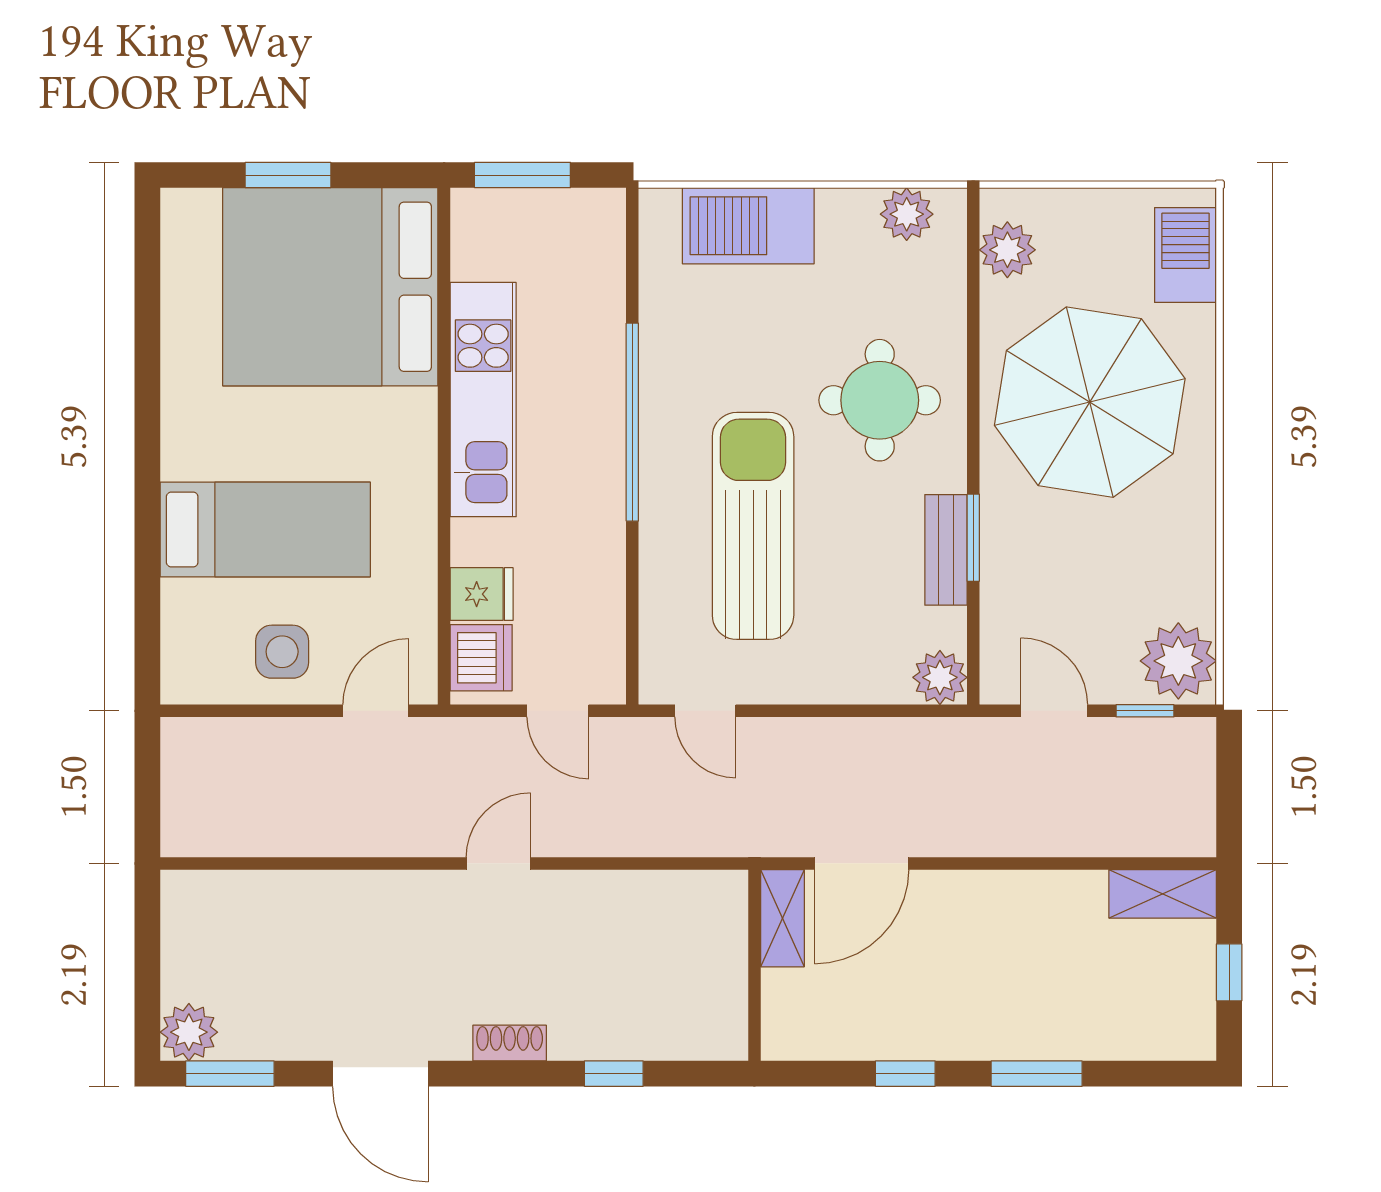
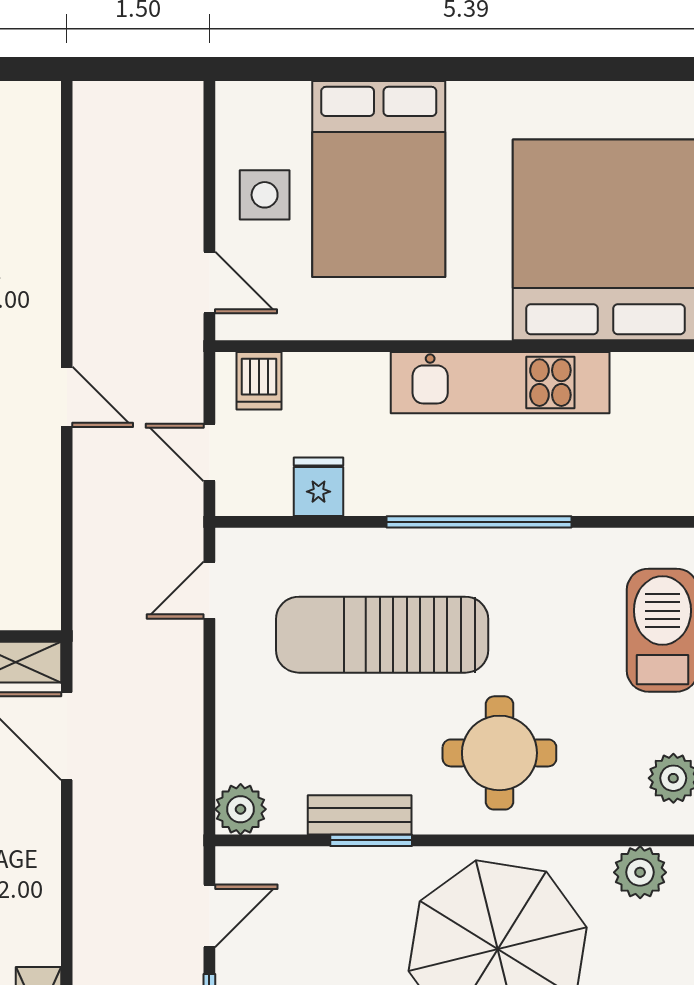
sun lounger: (753, 526) -> (382, 635), turned 180
bed: (265, 529) -> (379, 179), width x1.50
fridge: (482, 594) -> (318, 487), moved, turned 180
dishwasher: (481, 658) -> (259, 381), width x0.73
door: (558, 711) -> (209, 452), hinge flipped

